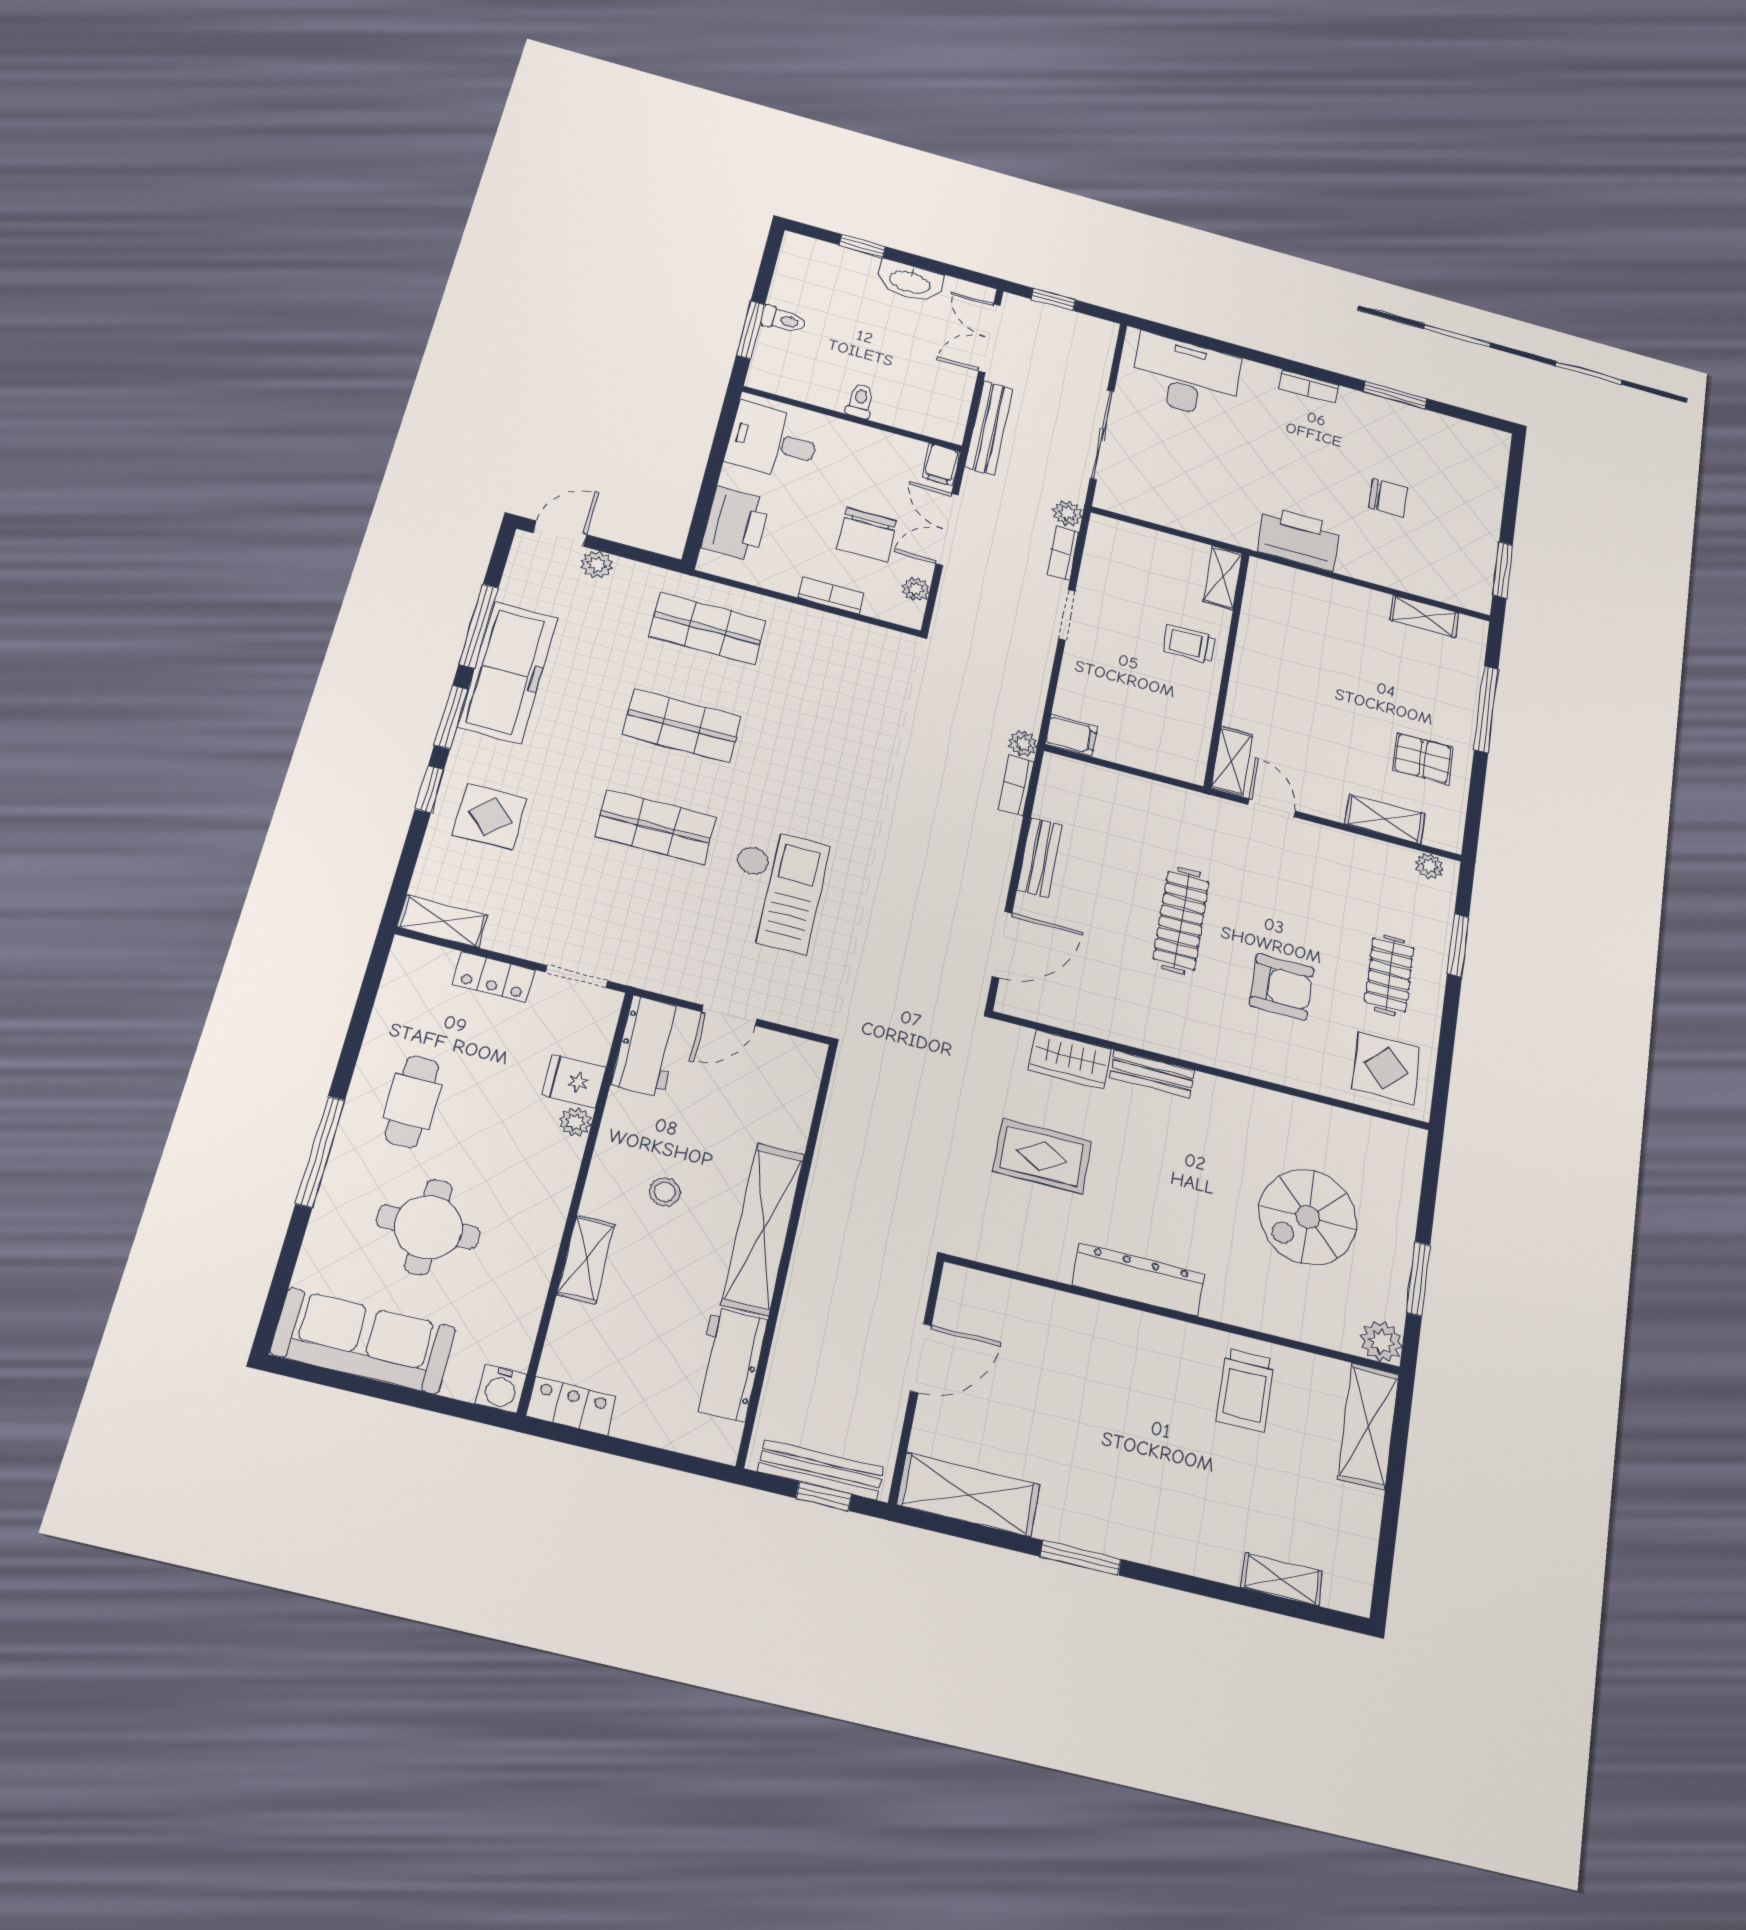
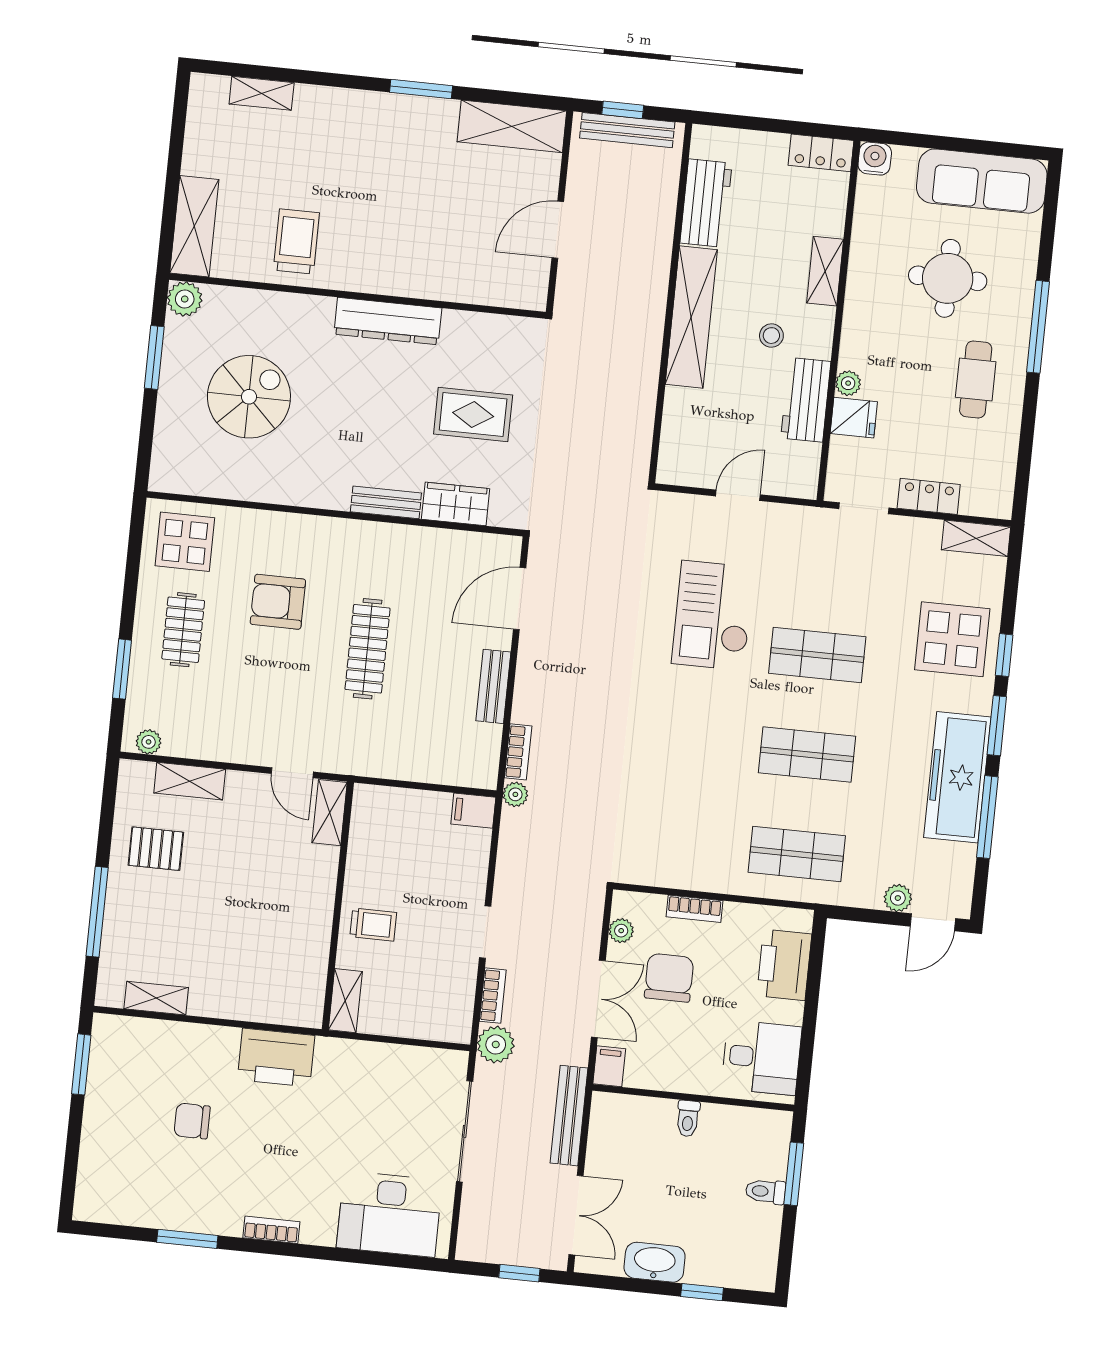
plant: (1068, 513) -> (496, 1044), width x1.38, depth x1.38
display table: (490, 817) -> (952, 639), width x1.36, depth x1.36
workbench: (648, 1046) -> (806, 400), moved

